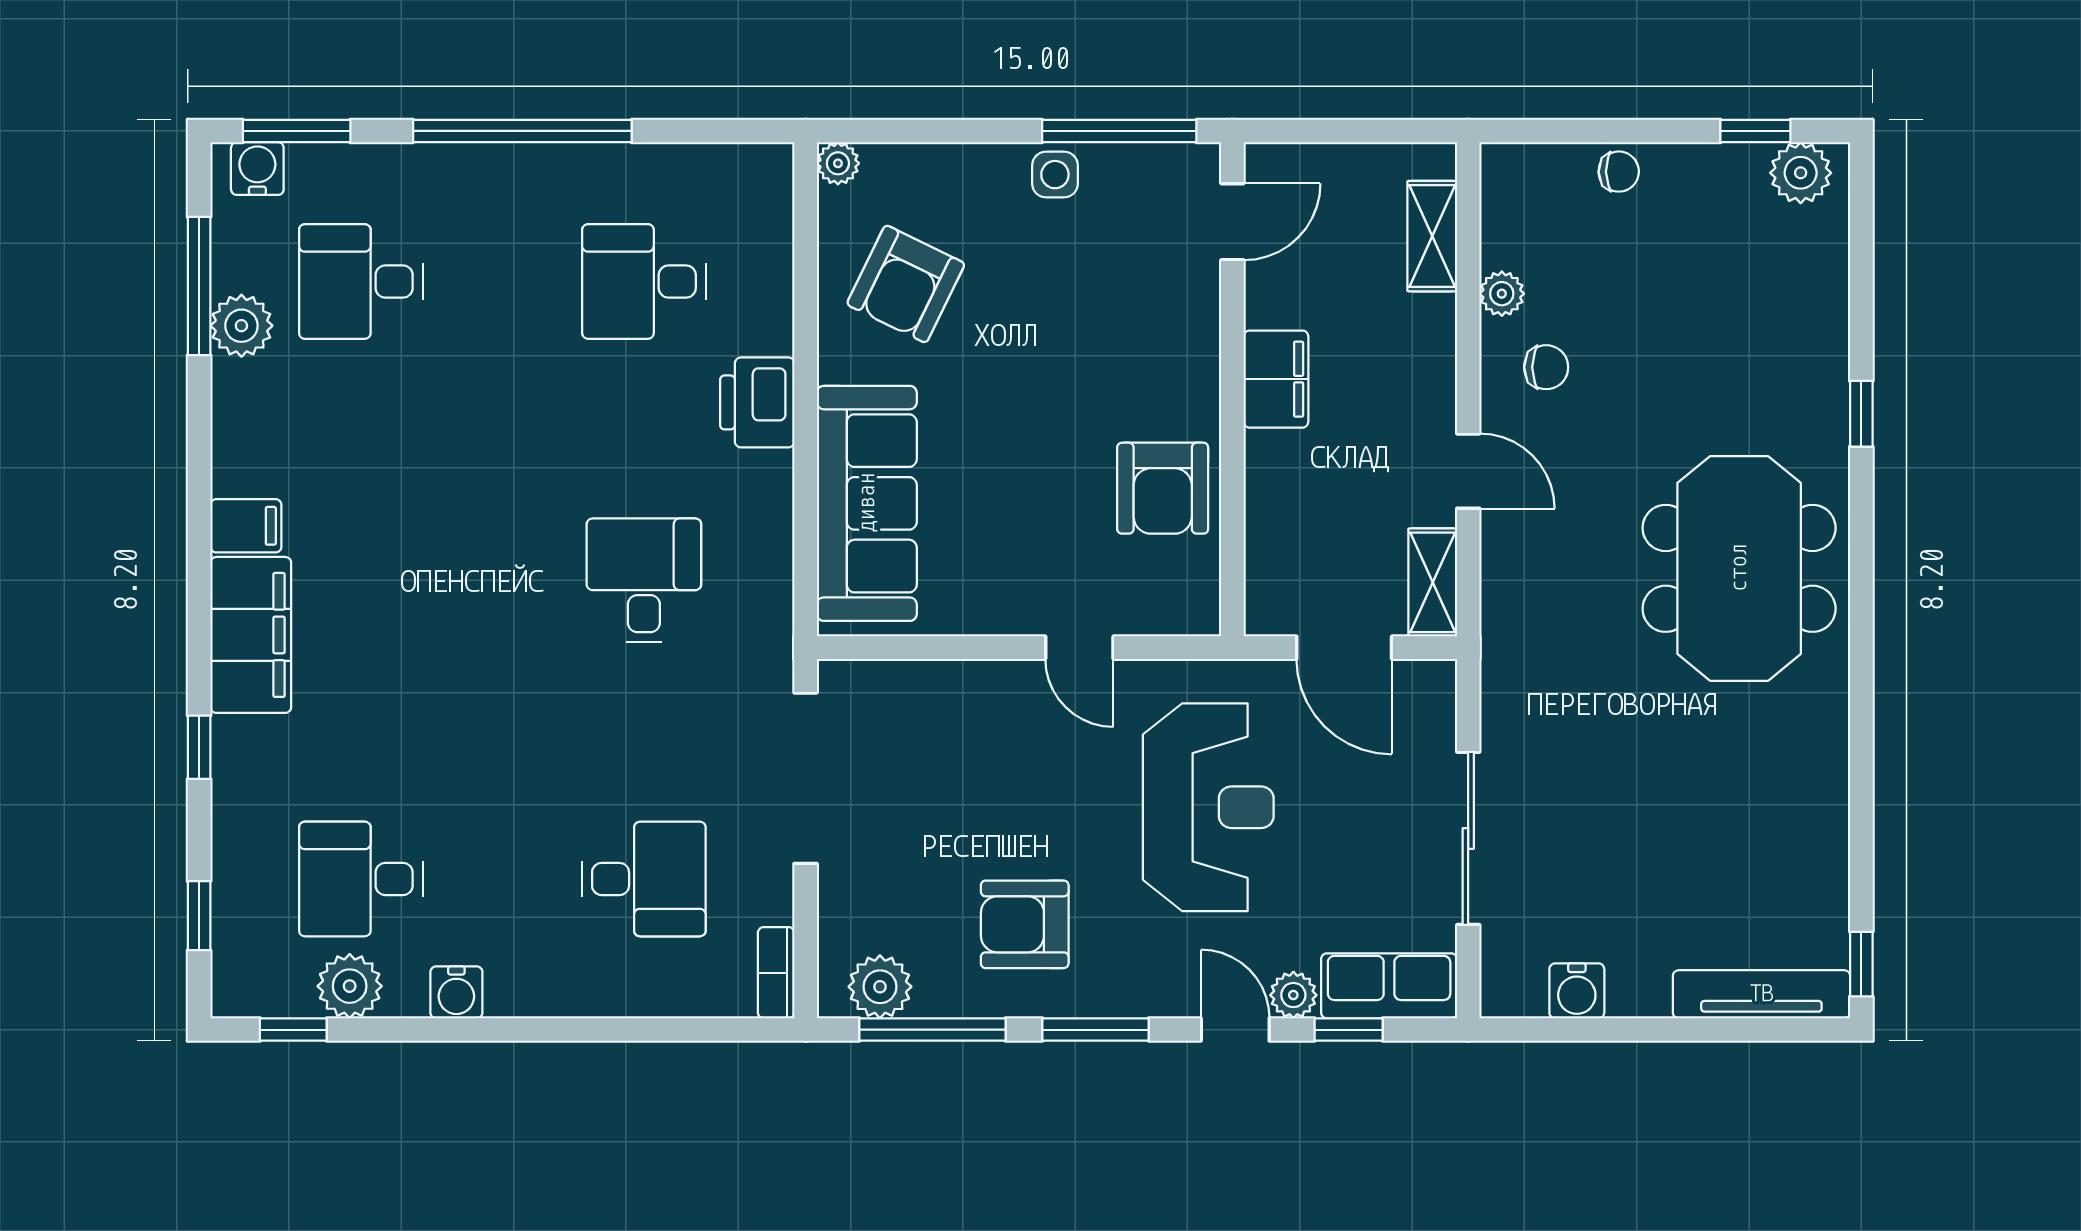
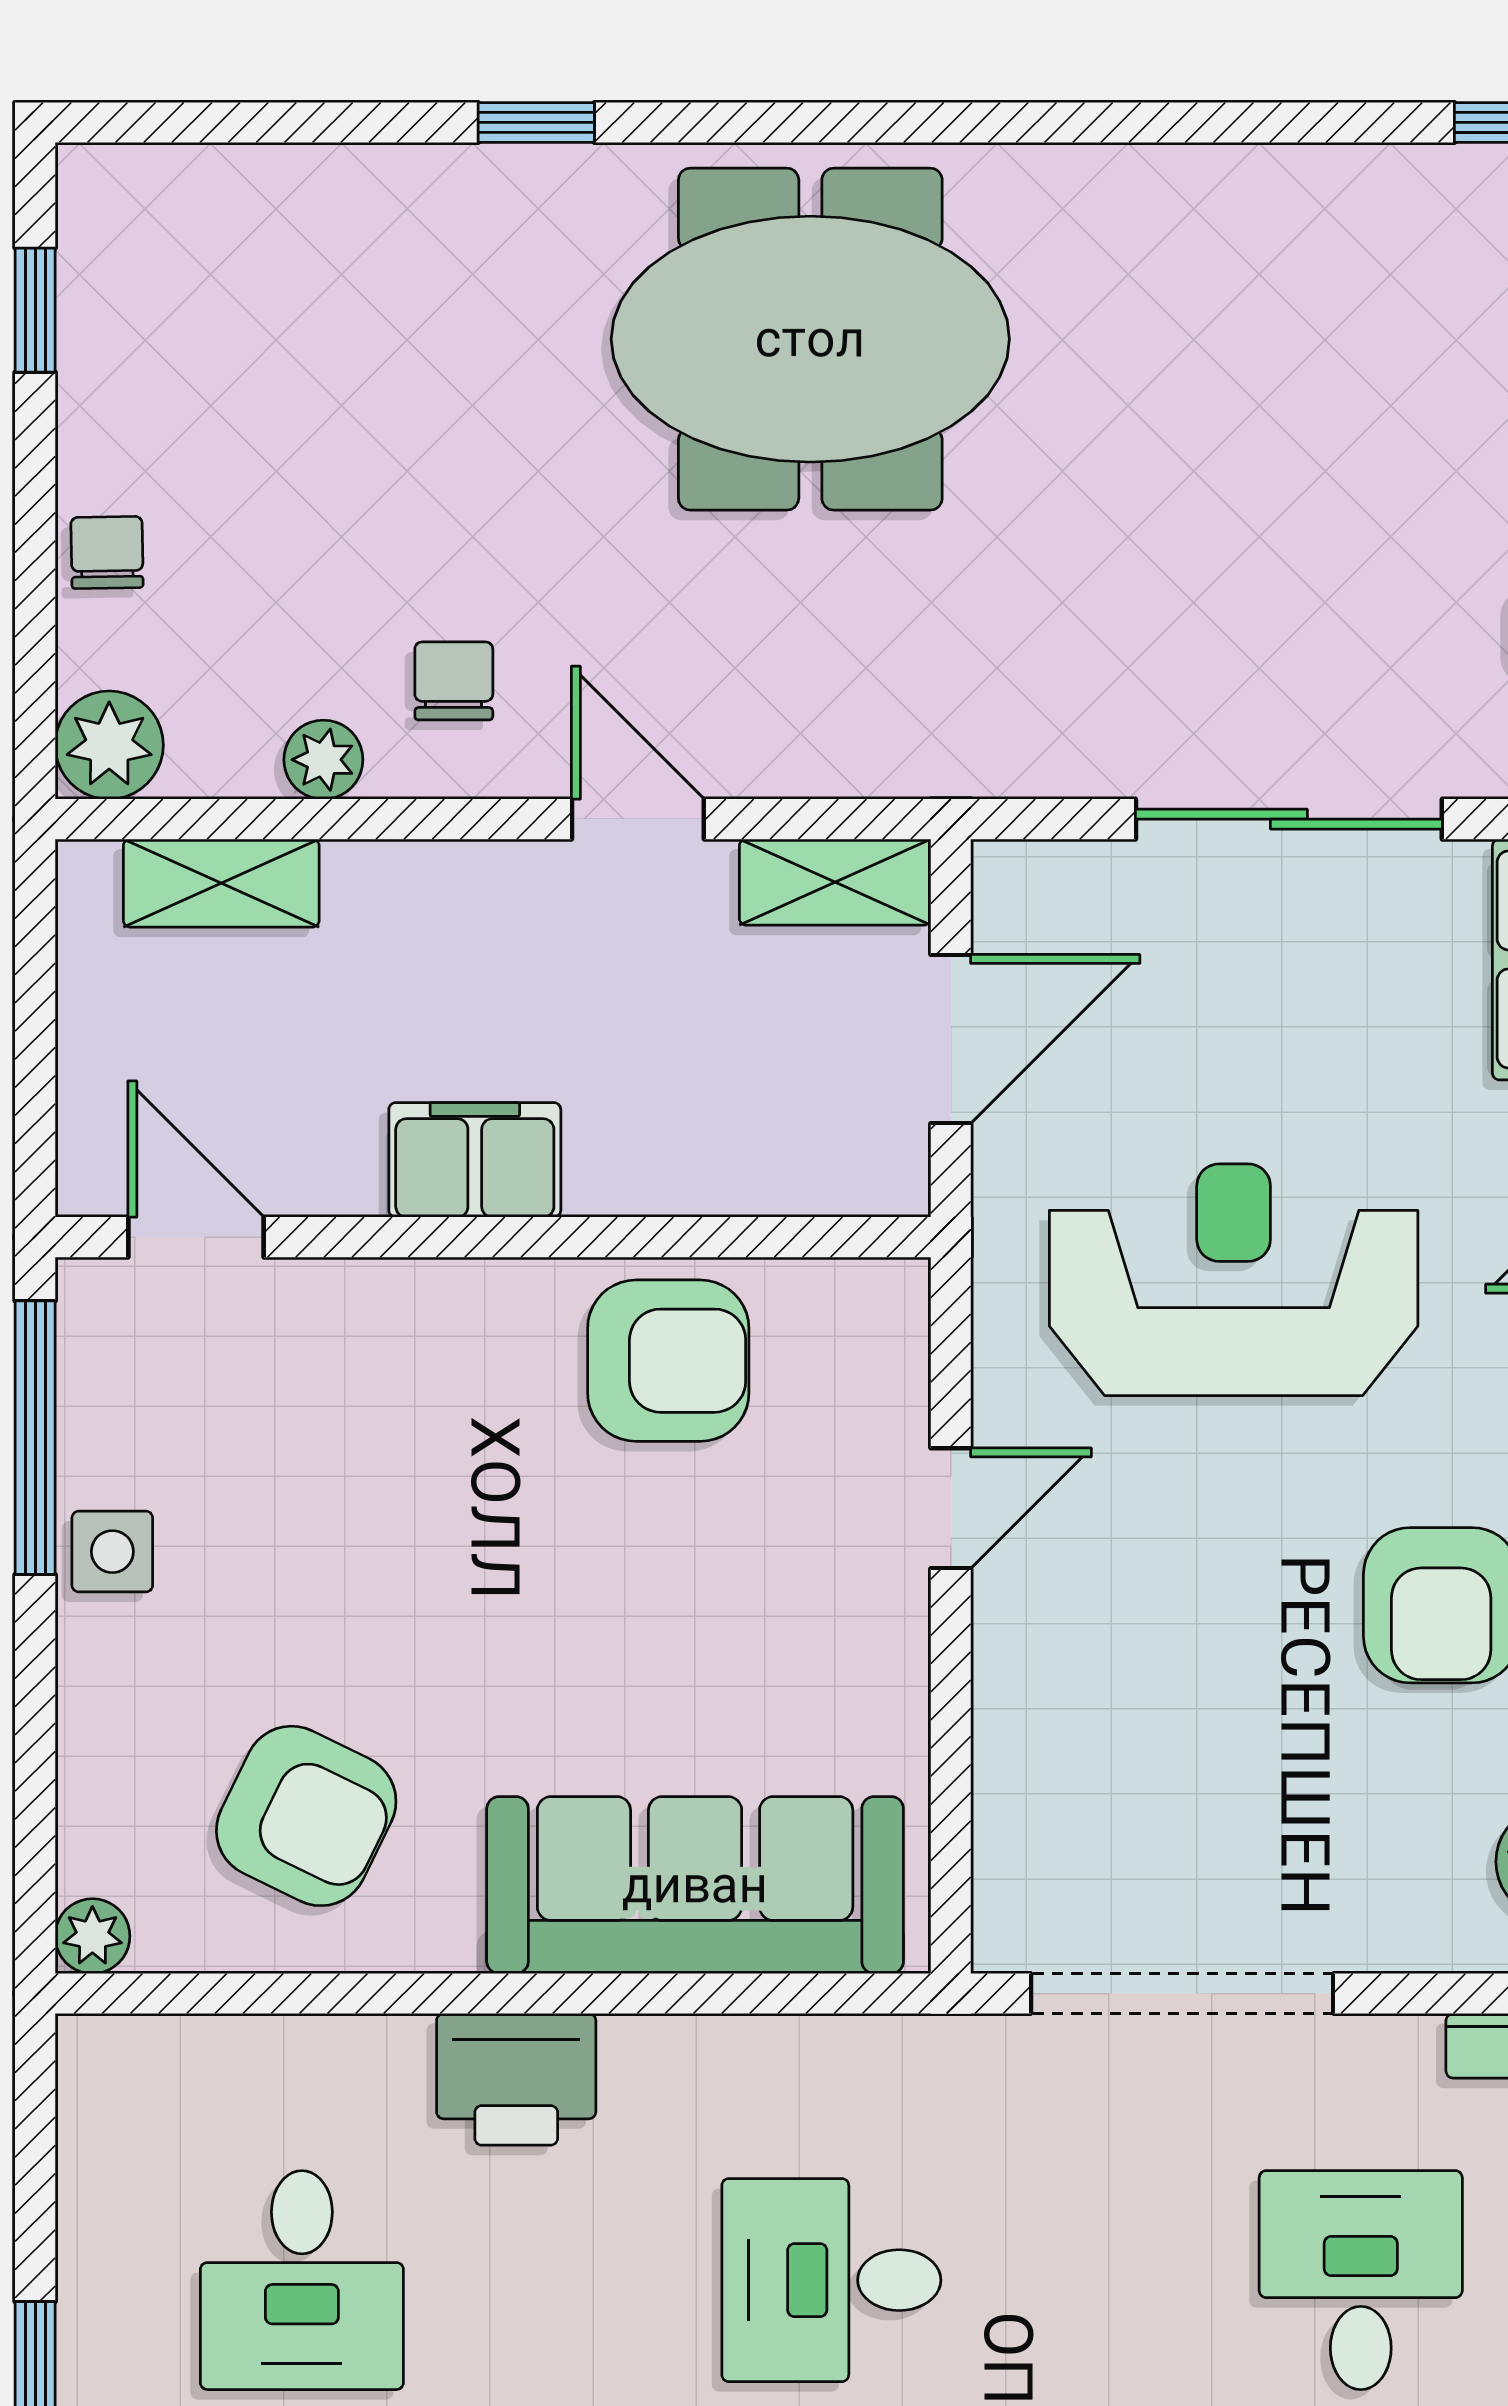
plant: (1801, 173) -> (109, 745), moved
door: (1468, 471) -> (638, 819), hinge flipped

